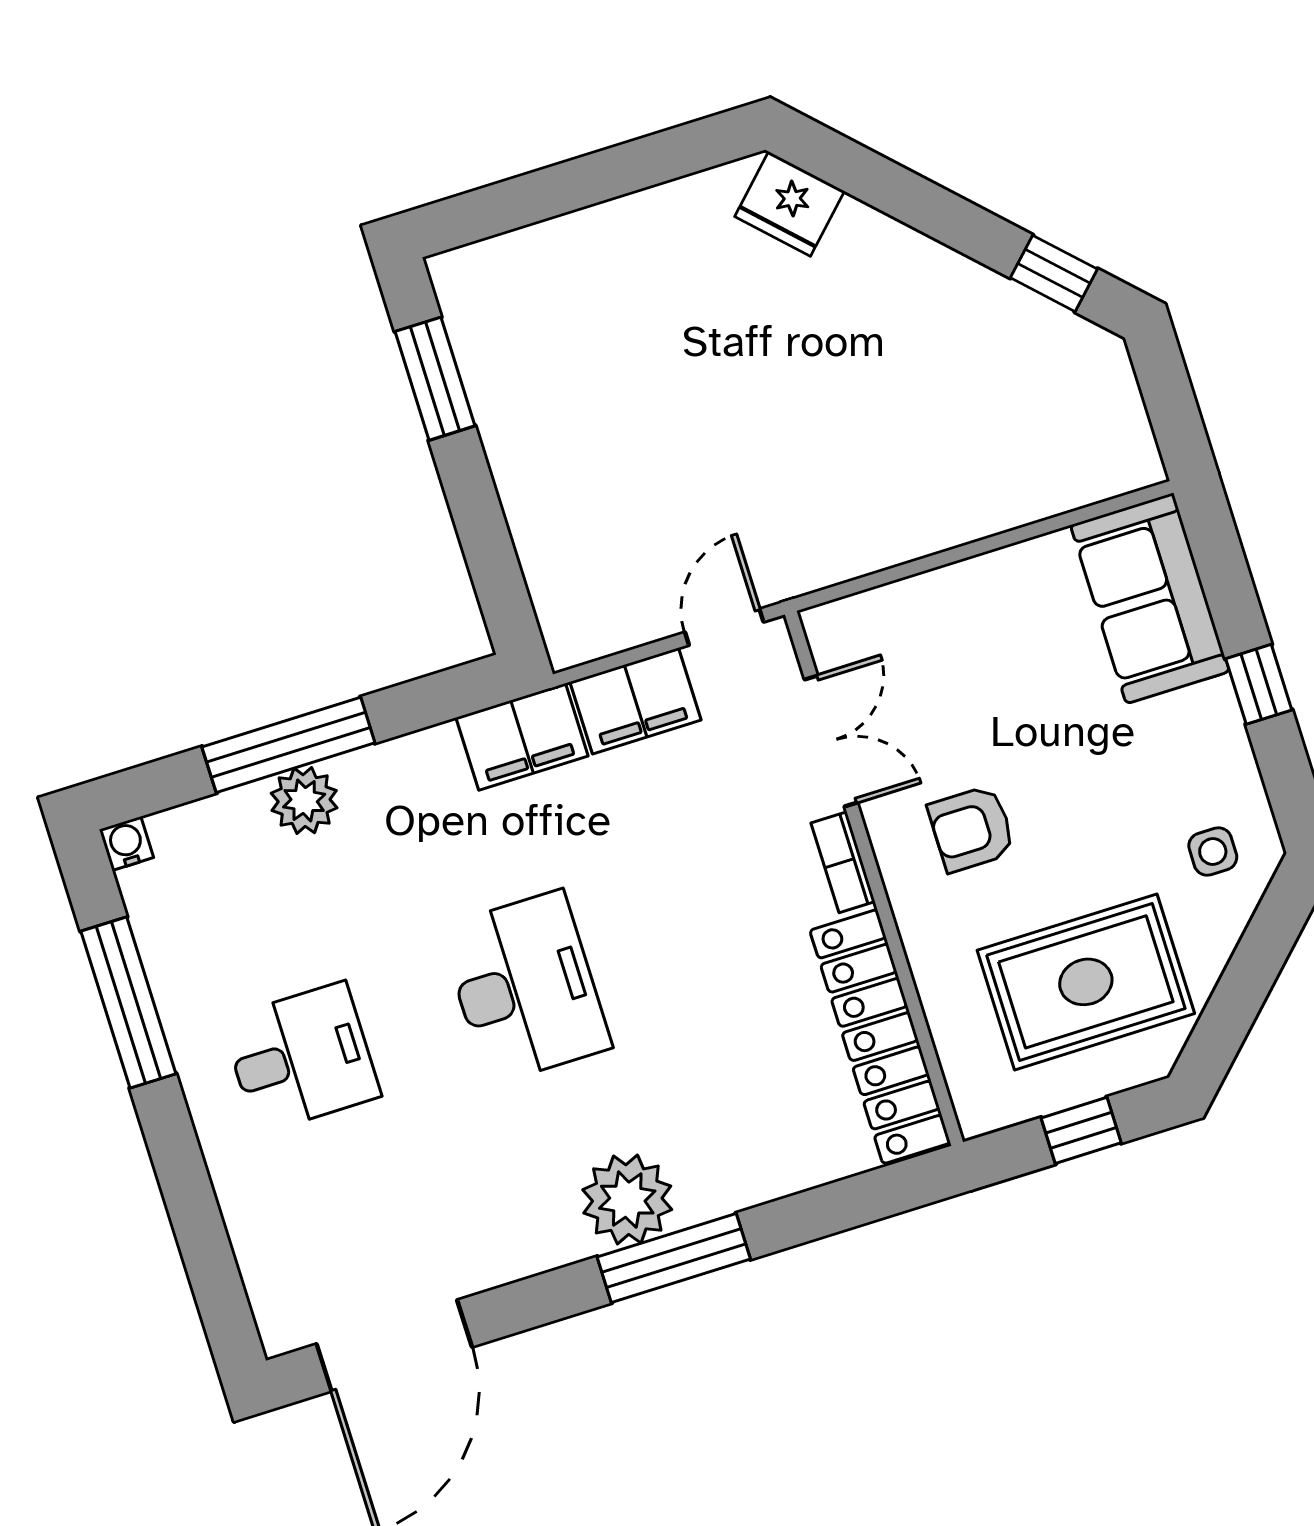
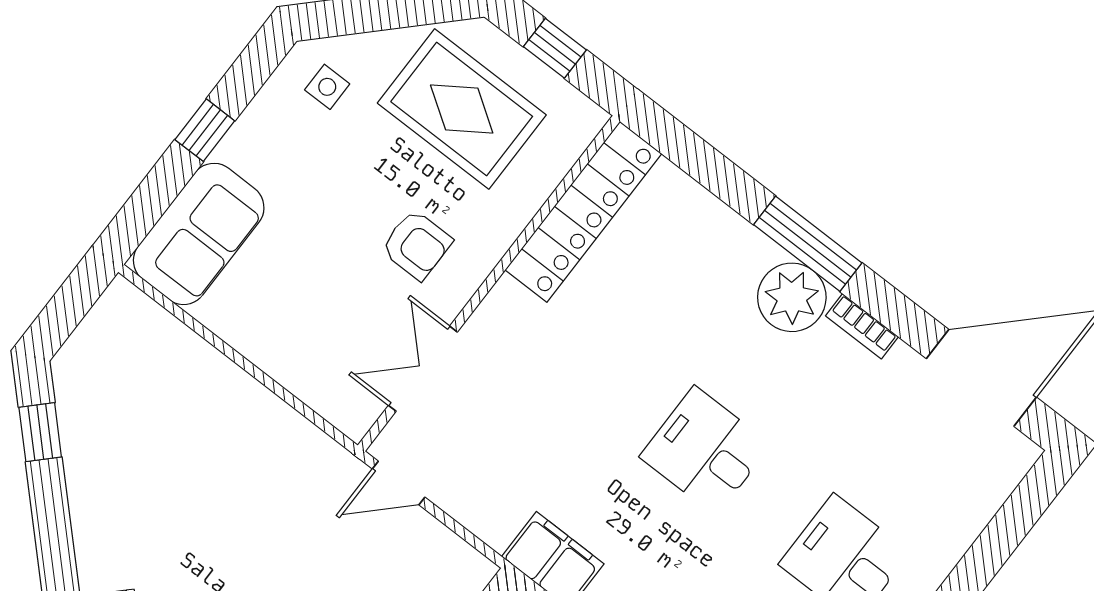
filing cabinet: (635, 701) -> (482, 506), removed
bookcase: (843, 862) -> (862, 326), moved, turned 90
desk: (525, 988) -> (705, 451), width x0.73

